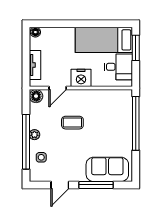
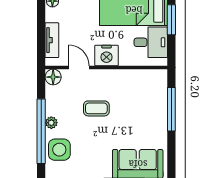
door: (58, 88) -> (79, 67), swing flipped
window: (136, 123) -> (171, 109), width x0.68
side table: (41, 157) -> (59, 150), width x1.87, depth x1.87

